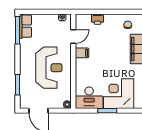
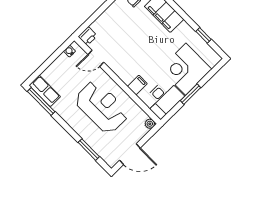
printer: (97, 19) -> (88, 36), moved
door: (73, 36) -> (96, 58), swing flipped
filing cabinet: (82, 53) -> (137, 85), moved

